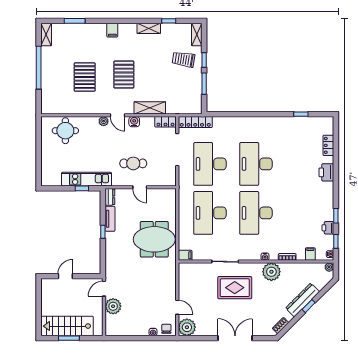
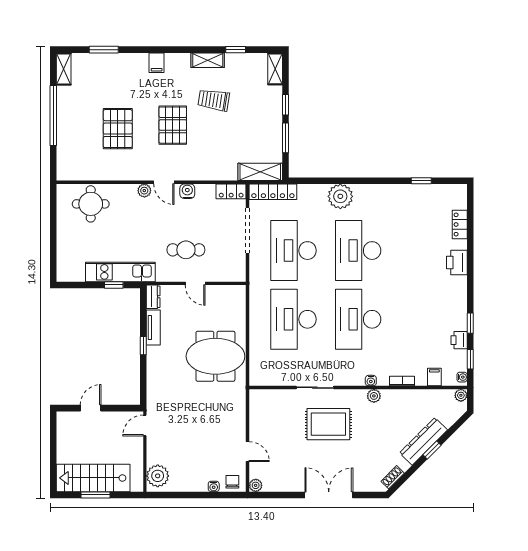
trolley: (184, 59) -> (214, 100), moved
shelving: (150, 108) -> (260, 172), moved
plant: (243, 125) -> (340, 196), added
filing cabinet: (185, 255) -> (259, 379), removed
plant: (271, 272) -> (374, 396), width x0.53, depth x0.53
plant: (113, 306) -> (158, 476), moved
plant: (187, 327) -> (256, 485), width x0.53, depth x0.53

